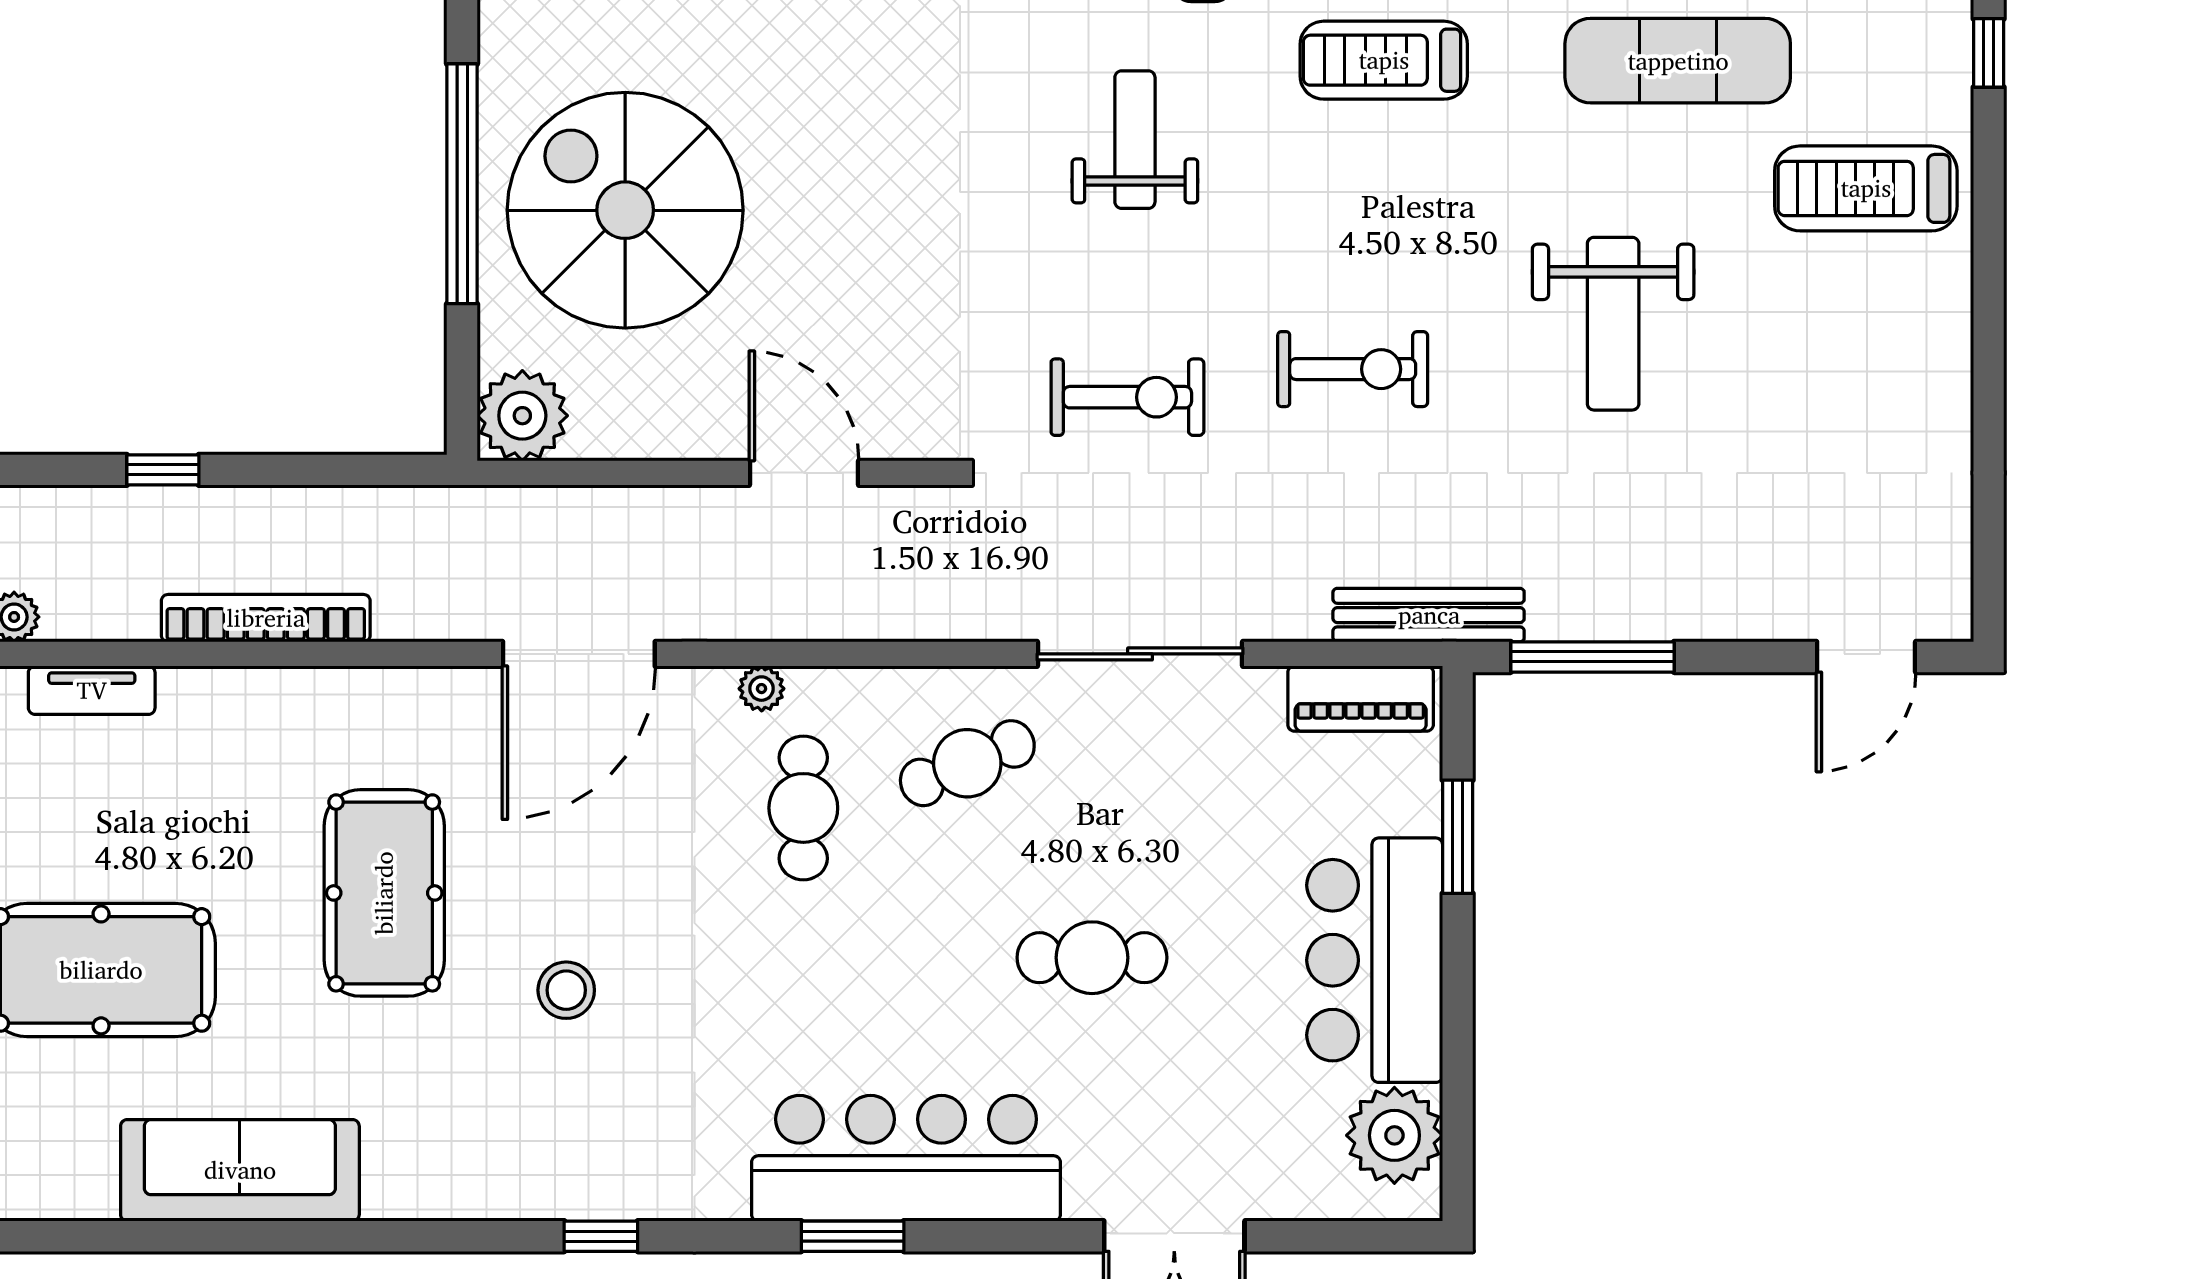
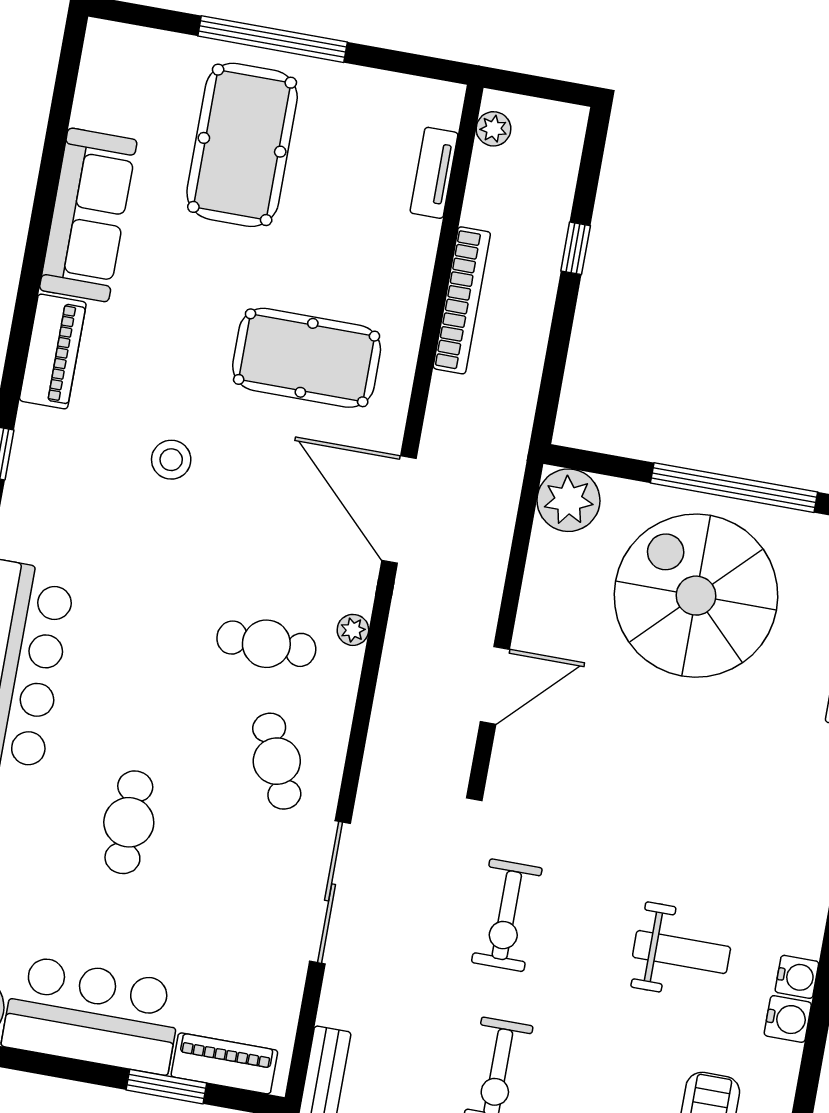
spiral stairs: (625, 210) -> (696, 596), turned -90
piano: (1361, 699) -> (224, 1063), moved, turned 90
pool table: (384, 893) -> (307, 358), moved
piano: (443, 1186) -> (53, 351), added

